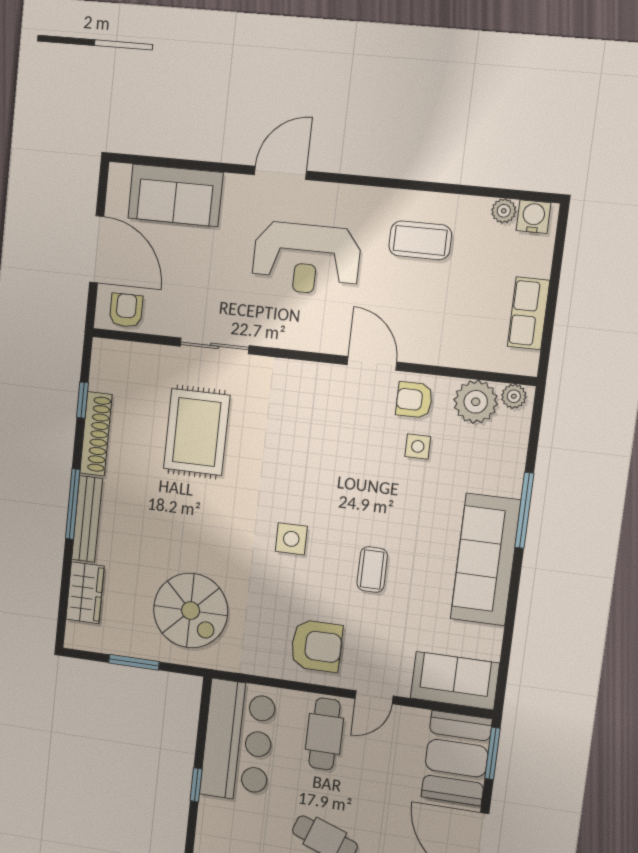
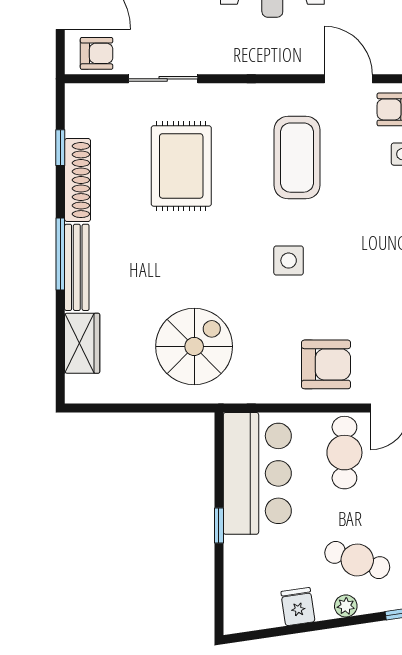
armchair: (126, 310) -> (97, 53), turned 90
sliding door: (214, 346) -> (163, 79), moved
coffee table: (372, 570) -> (297, 158), moved, width x1.86, depth x1.72
spiral stairs: (191, 611) -> (194, 346), turned -90
window: (134, 662) -> (141, 408), removed

